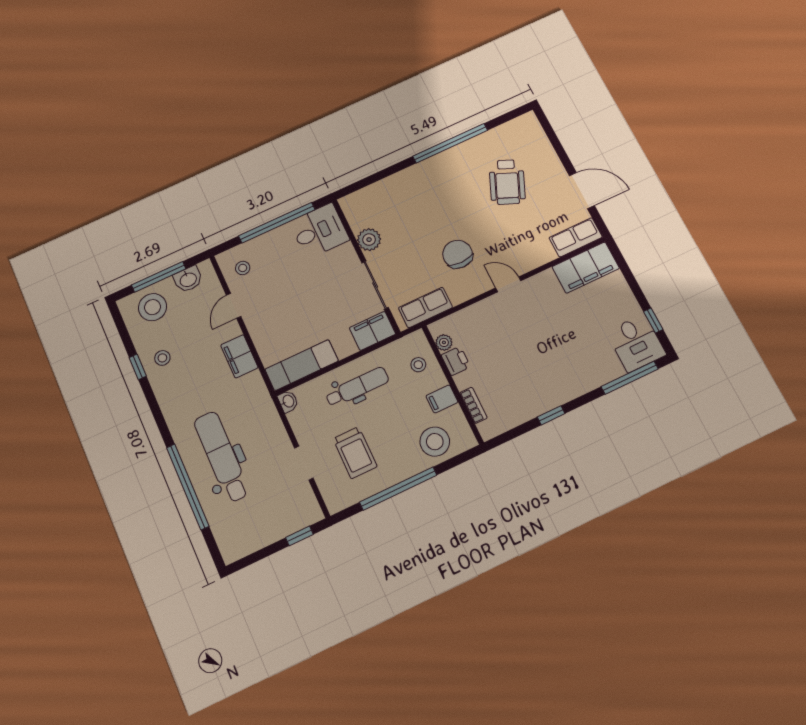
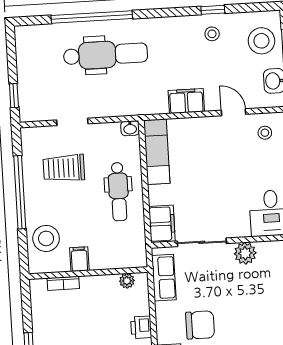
printer: (456, 361) -> (141, 327), moved, turned 90
stool: (418, 365) -> (117, 251), removed

